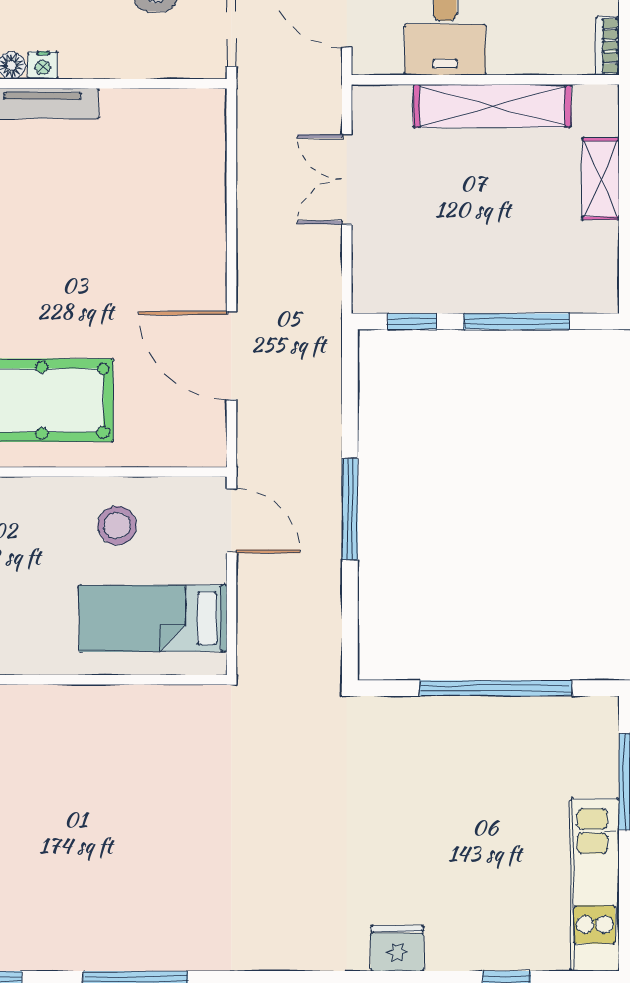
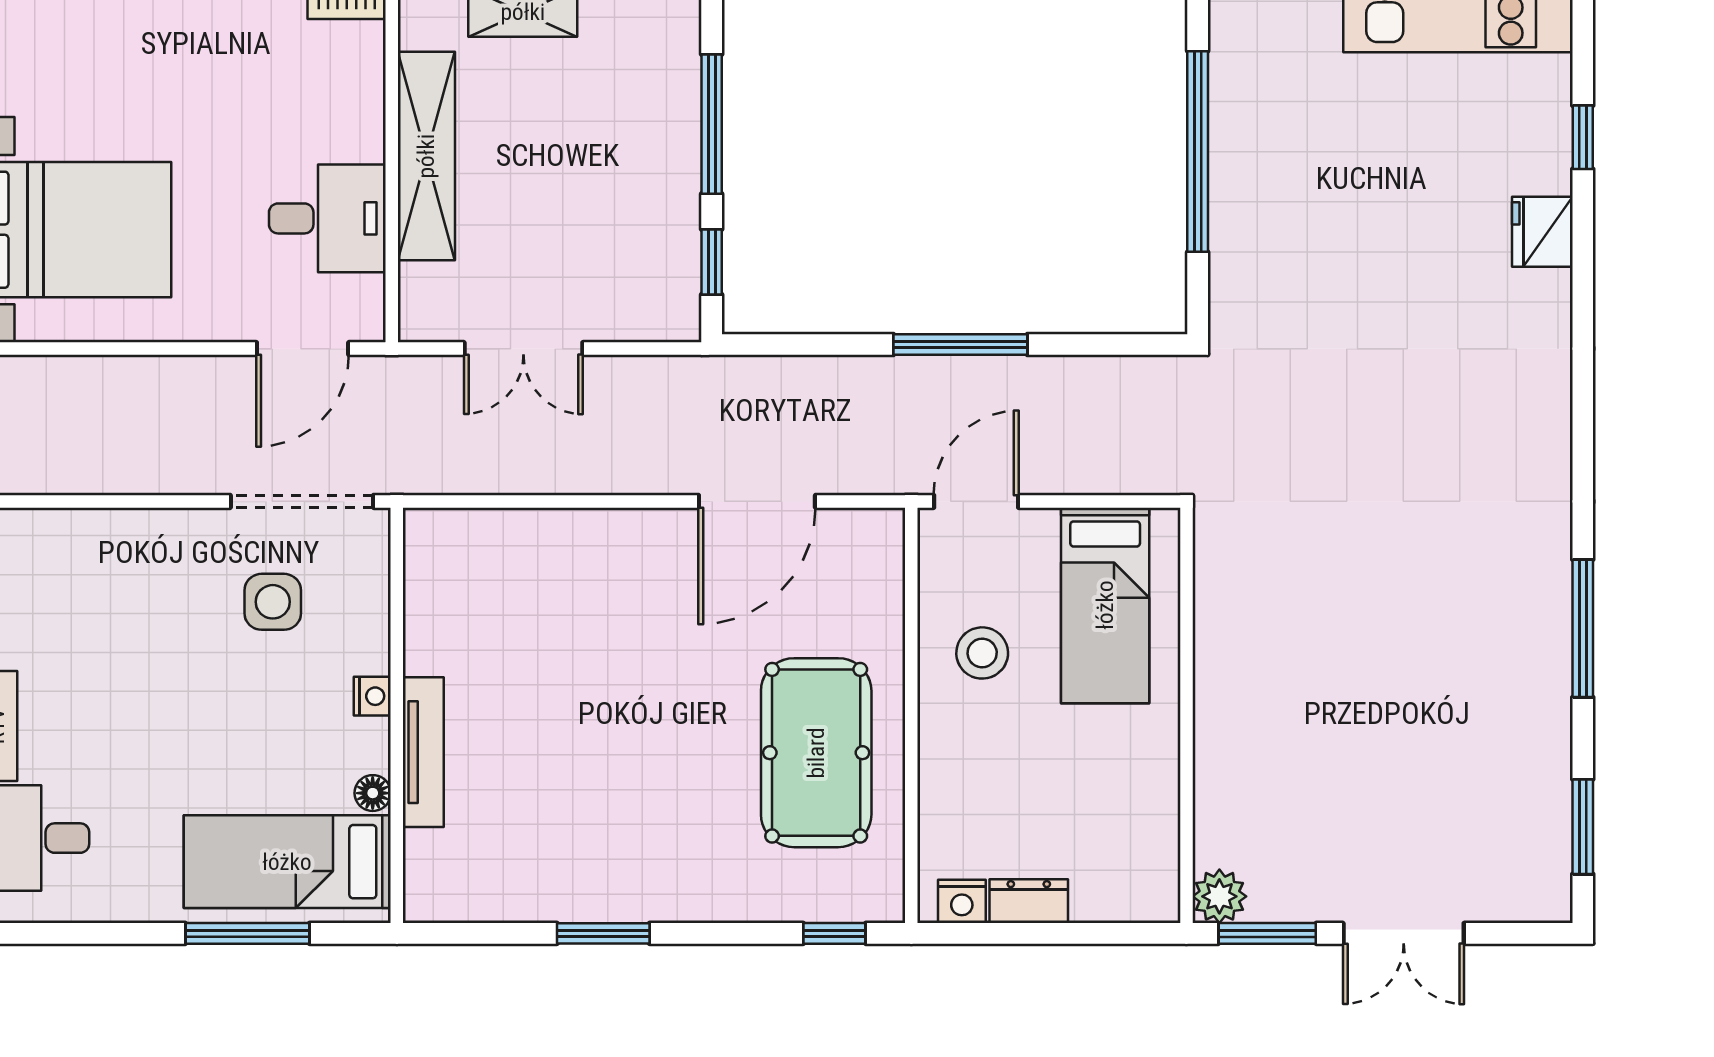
nightstand: (43, 65) -> (372, 696), moved
fridge: (397, 948) -> (1542, 232), moved

